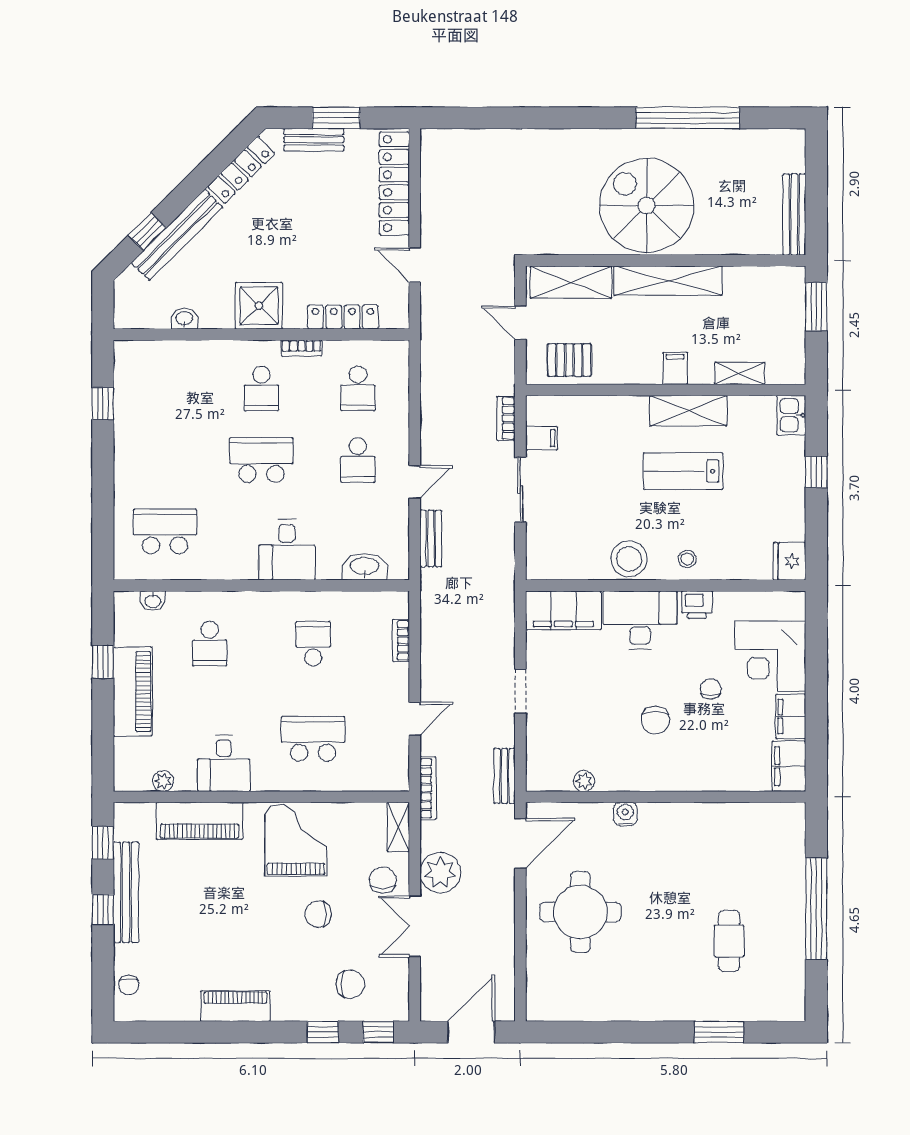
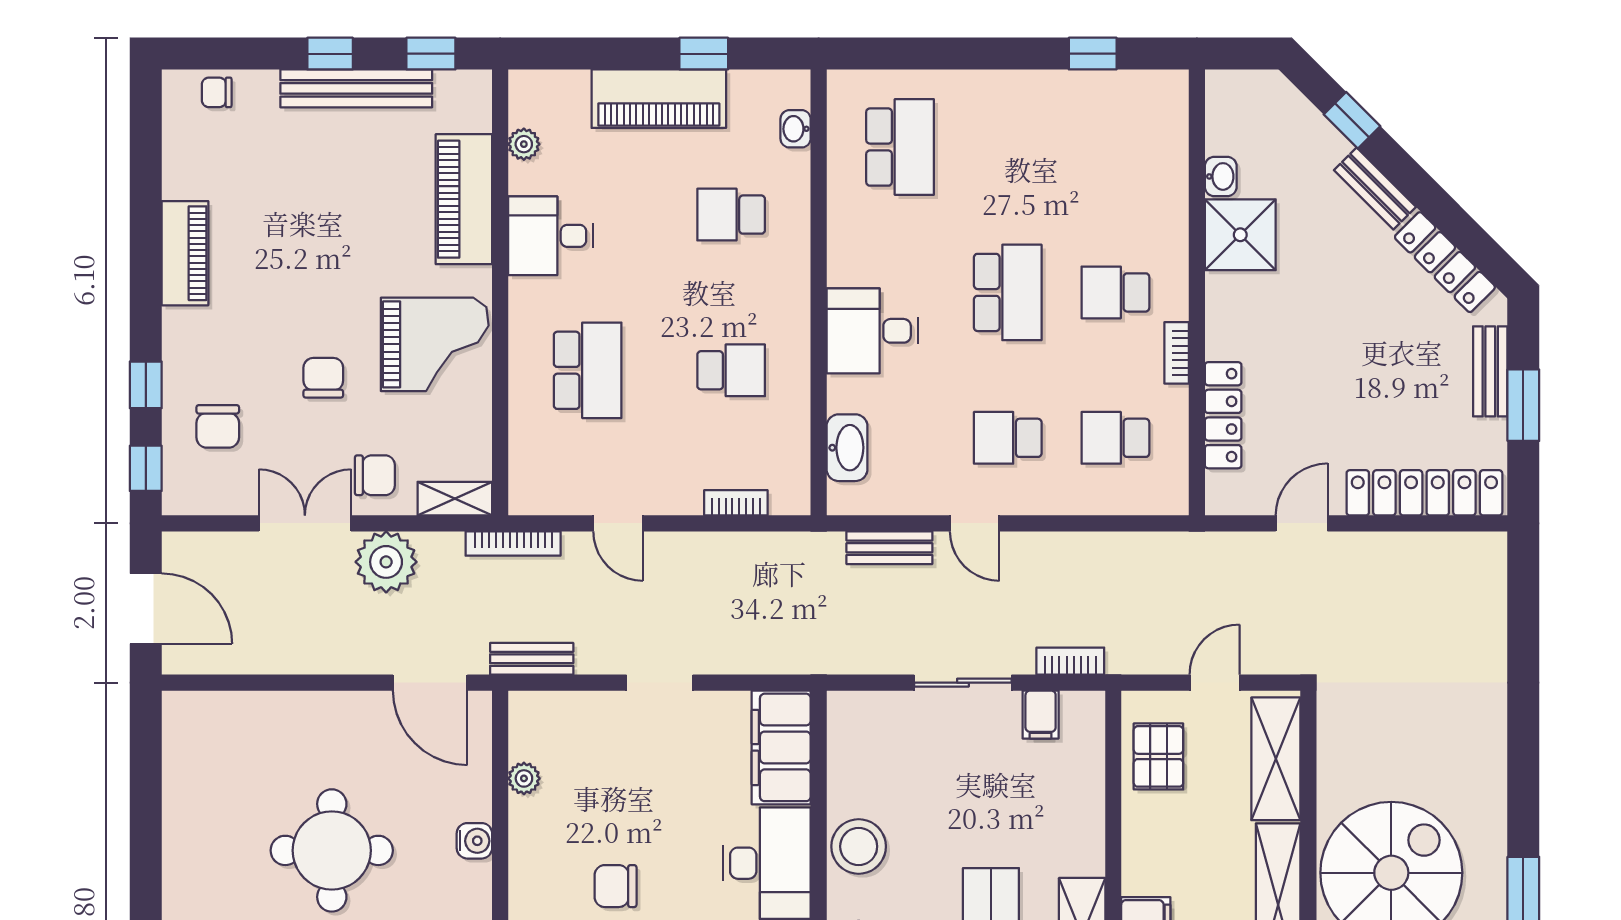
bench: (177, 235) -> (1375, 189), width x0.54, depth x0.82
shower: (259, 306) -> (1240, 235), moved
round table: (580, 912) -> (332, 850), moved

